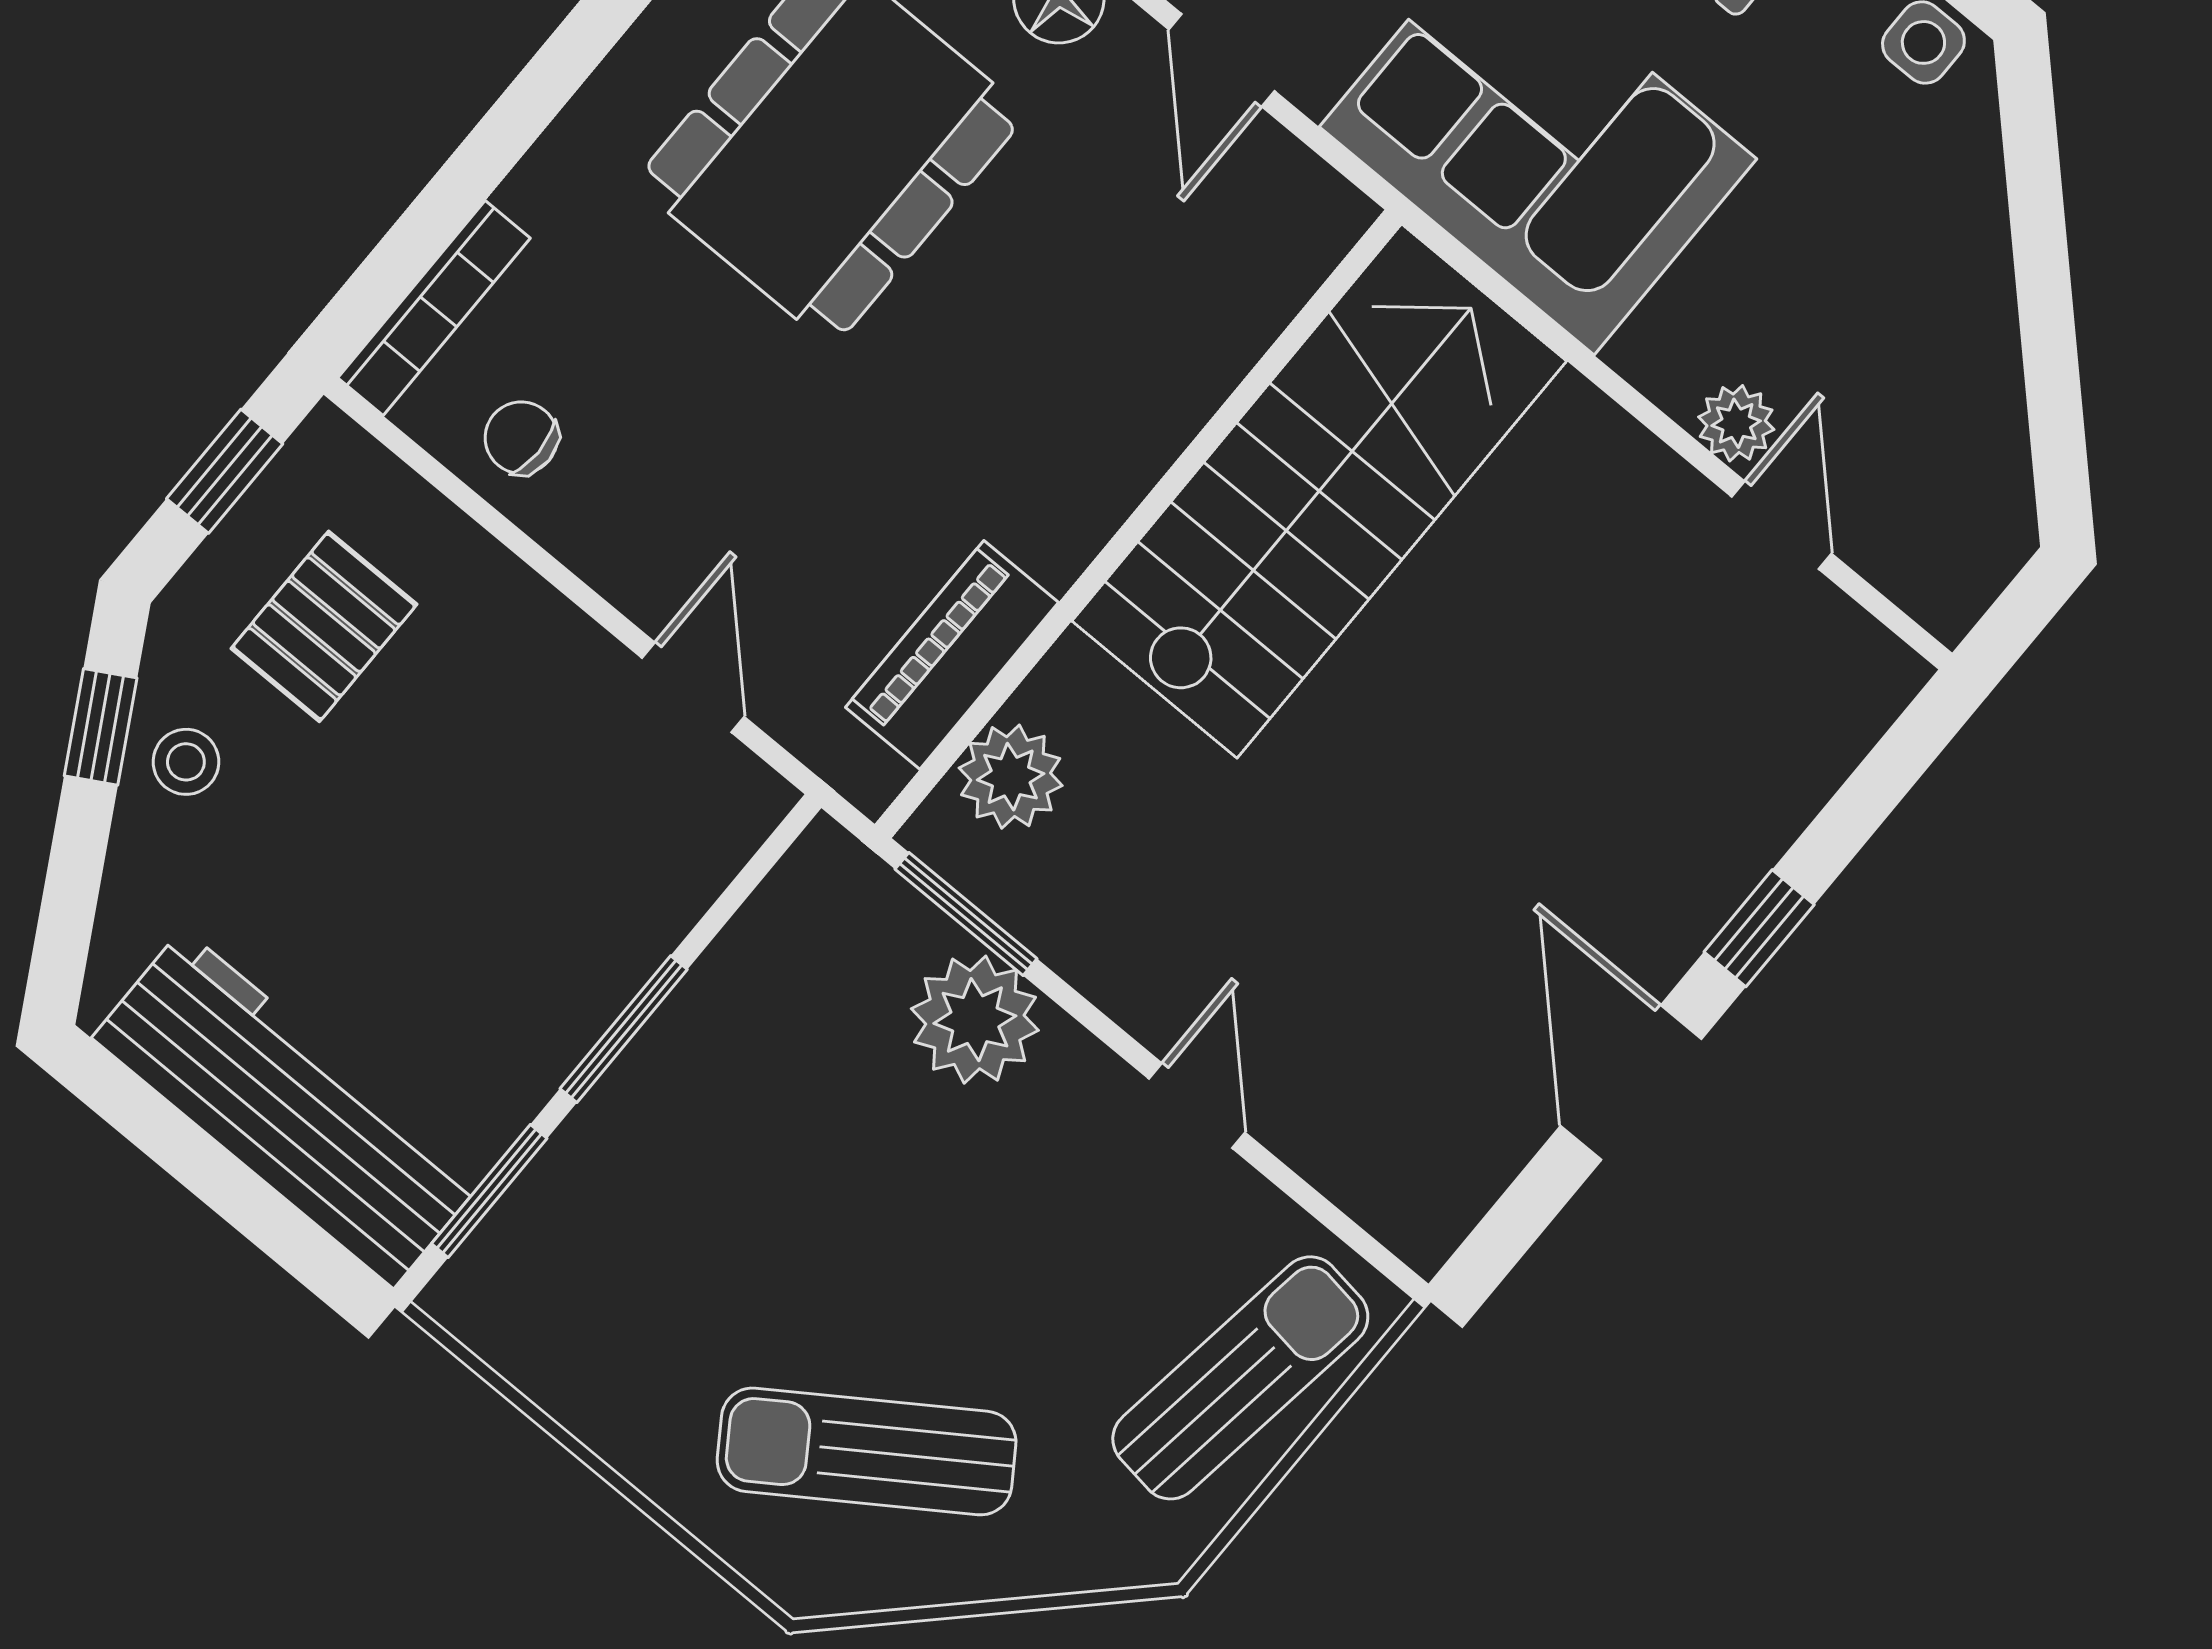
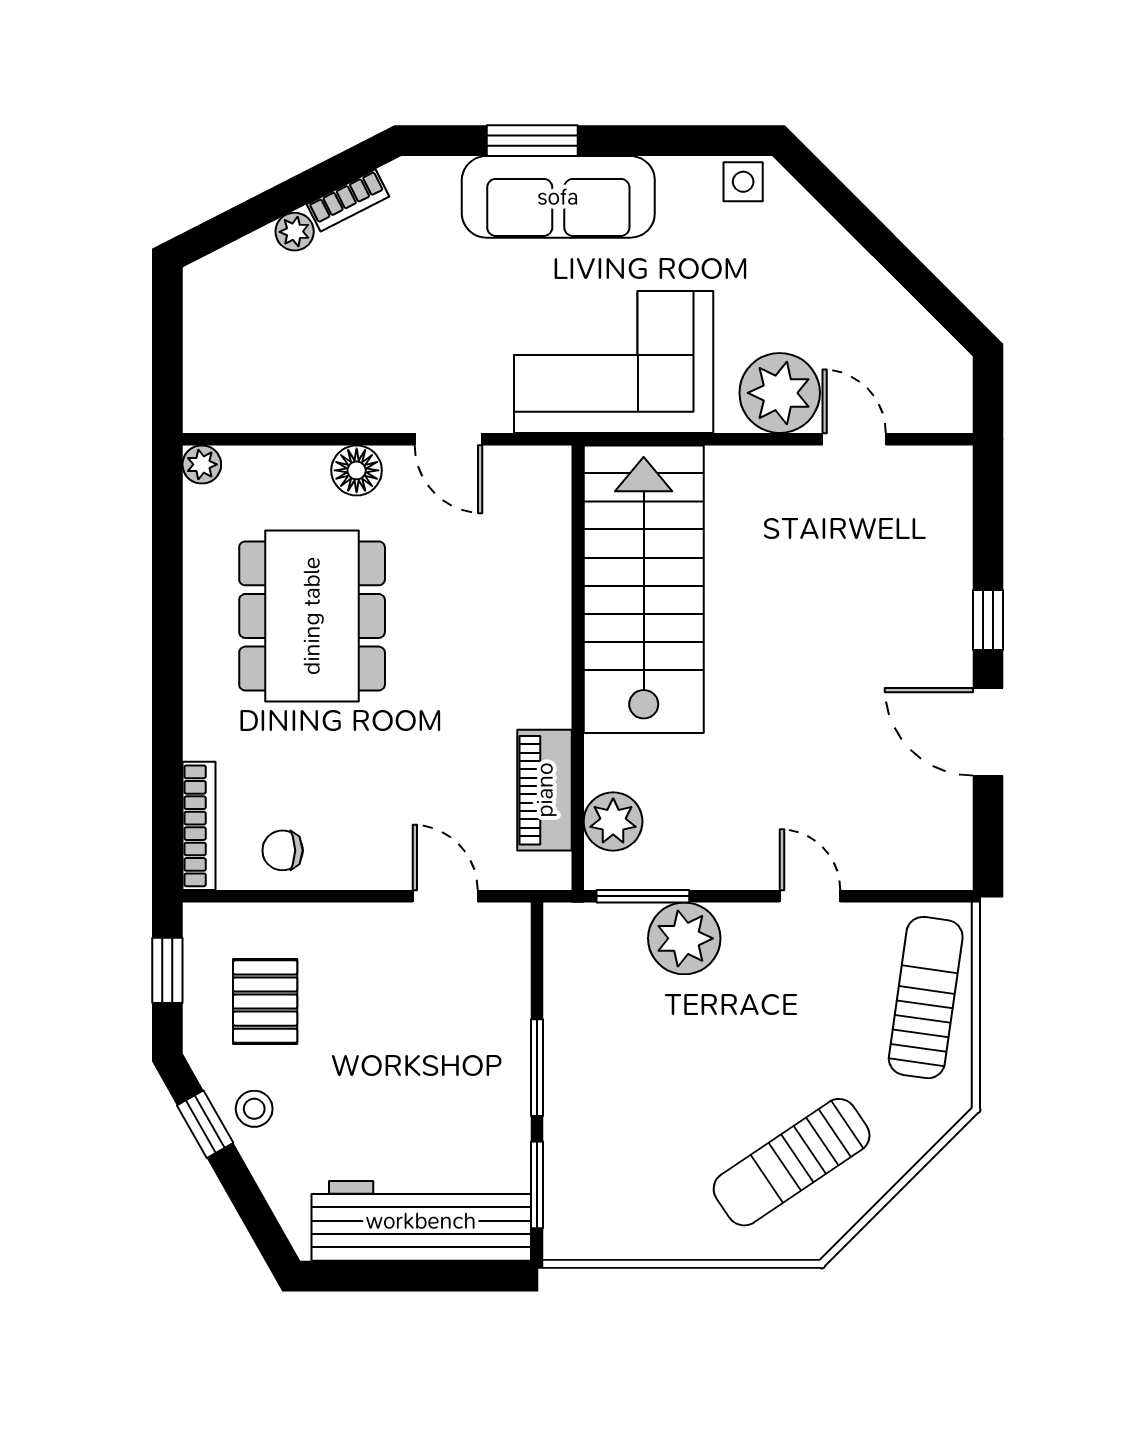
plant: (1736, 423) -> (780, 393), width x1.87, depth x1.87

